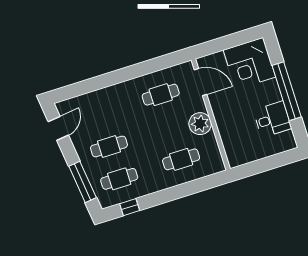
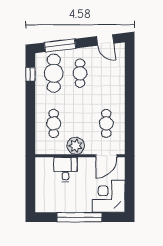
desk: (272, 119) -> (65, 169), moved, turned 180
cafe table: (119, 179) -> (54, 73), width x1.37, depth x1.35

